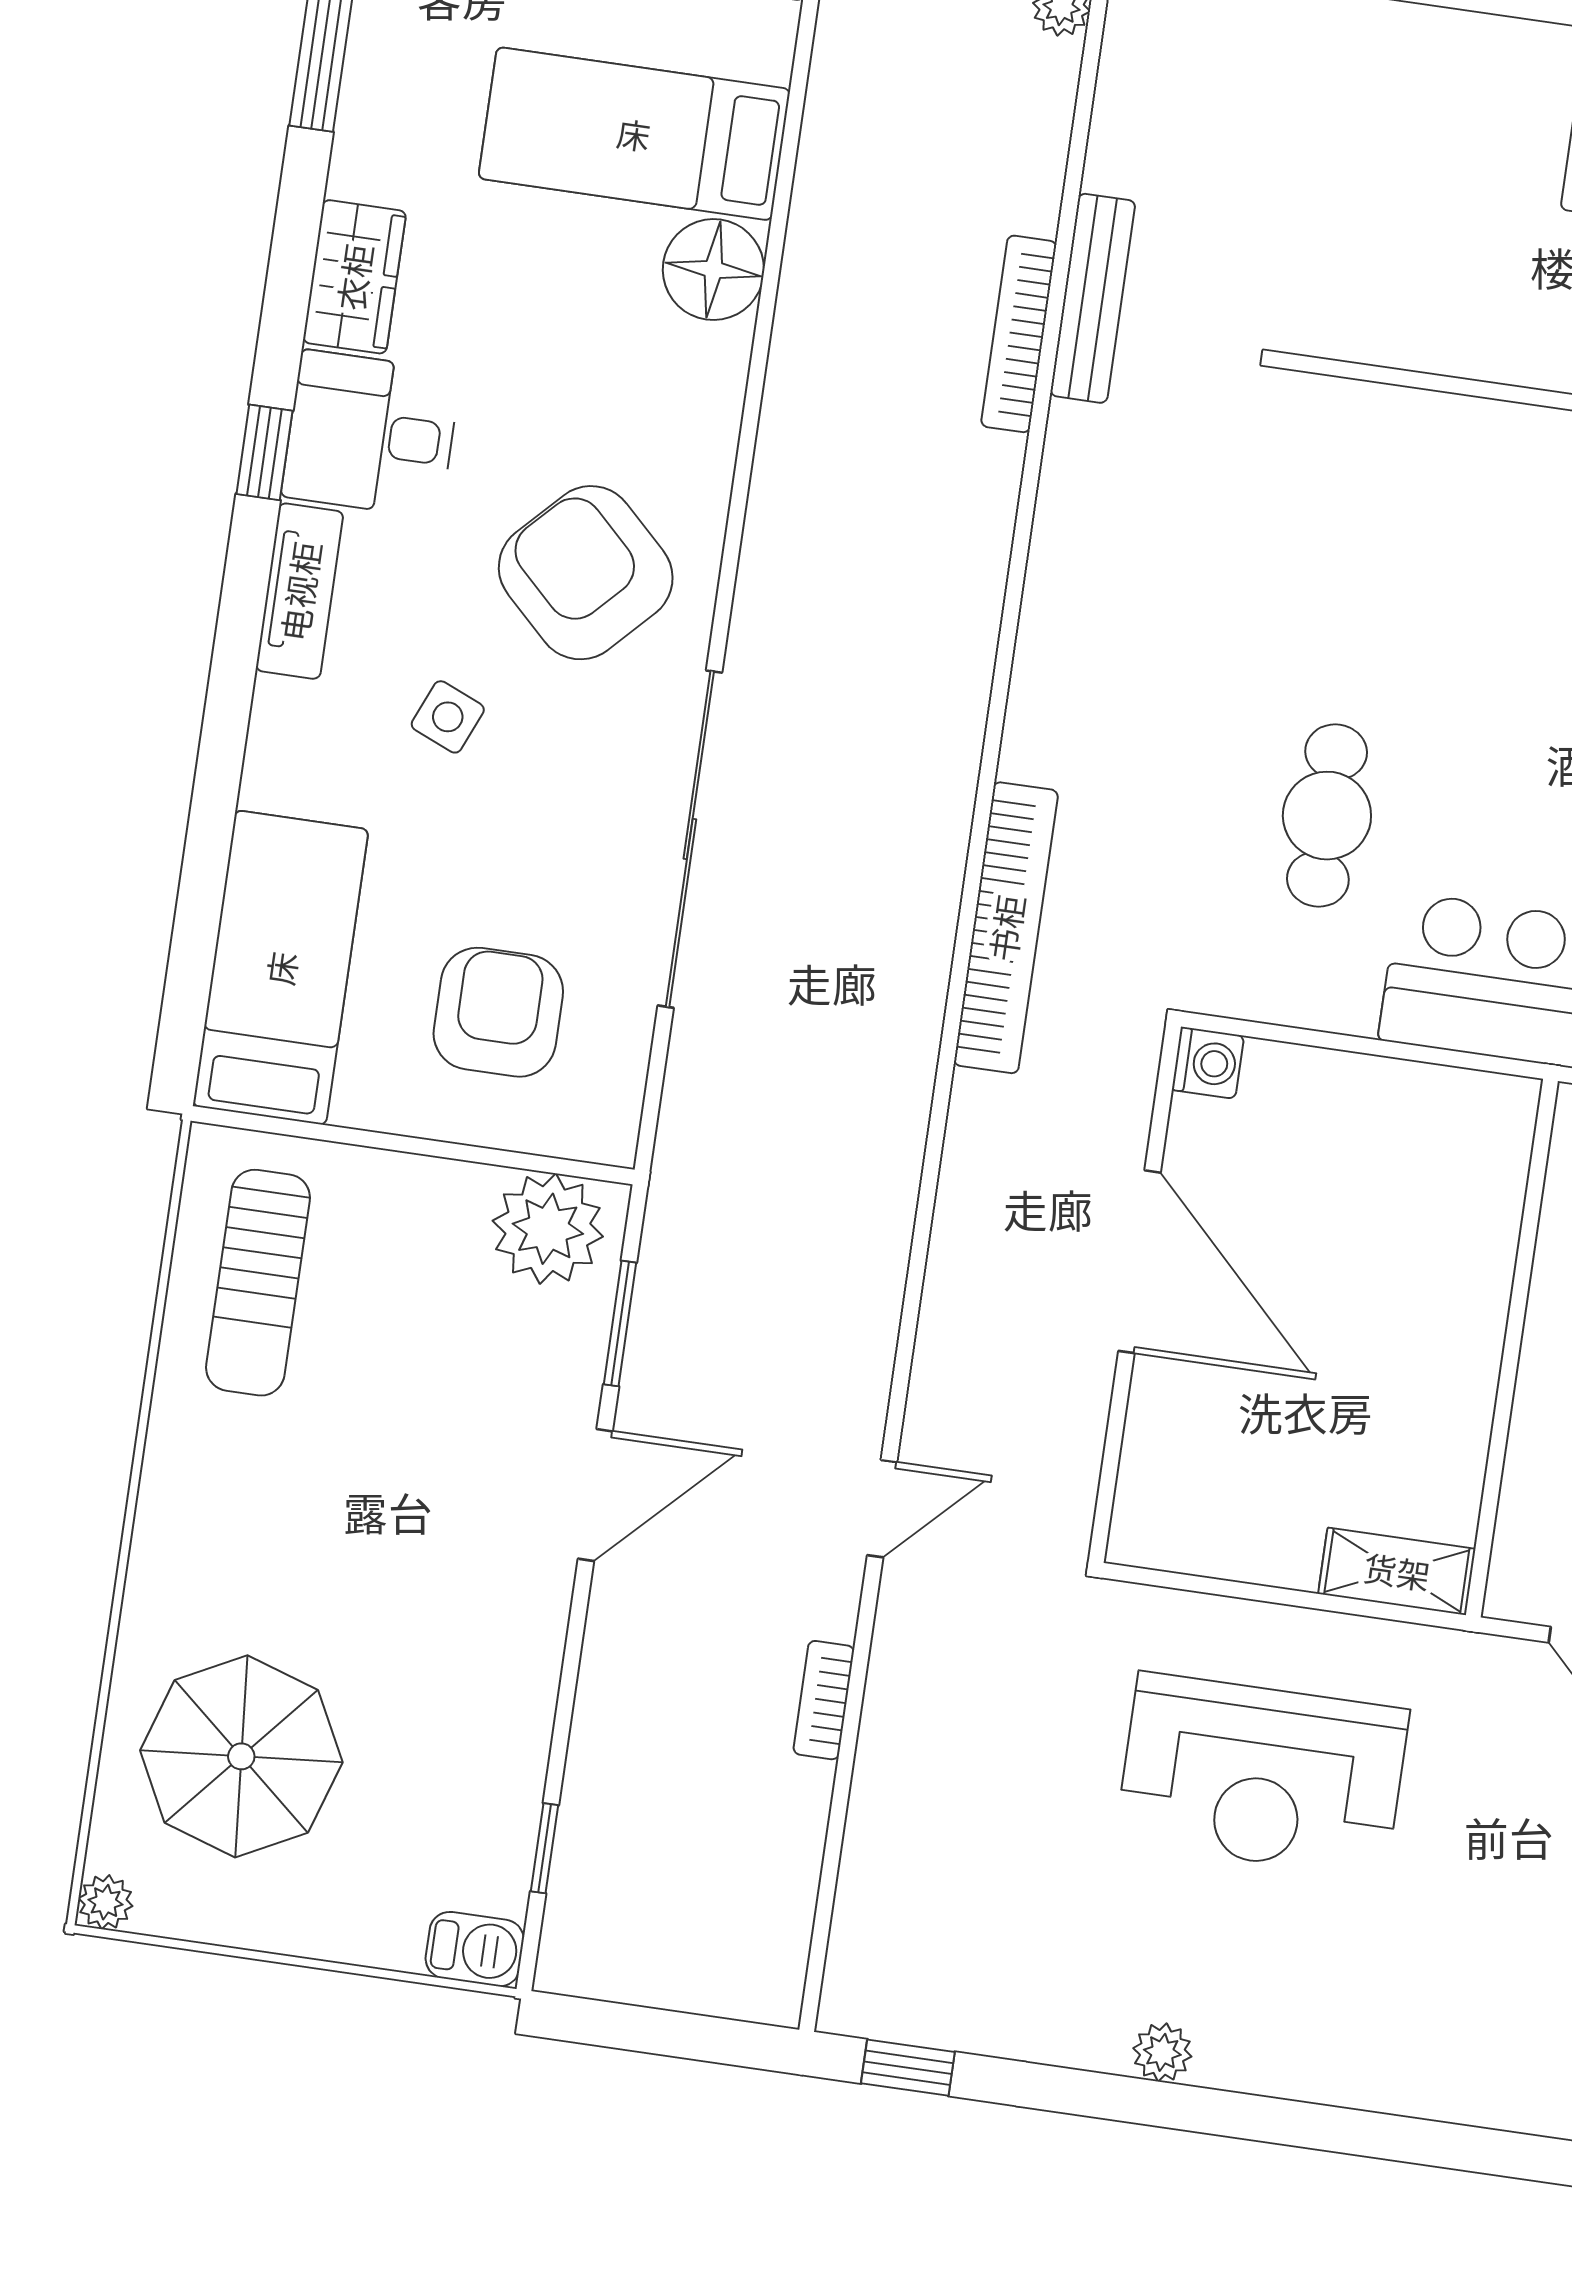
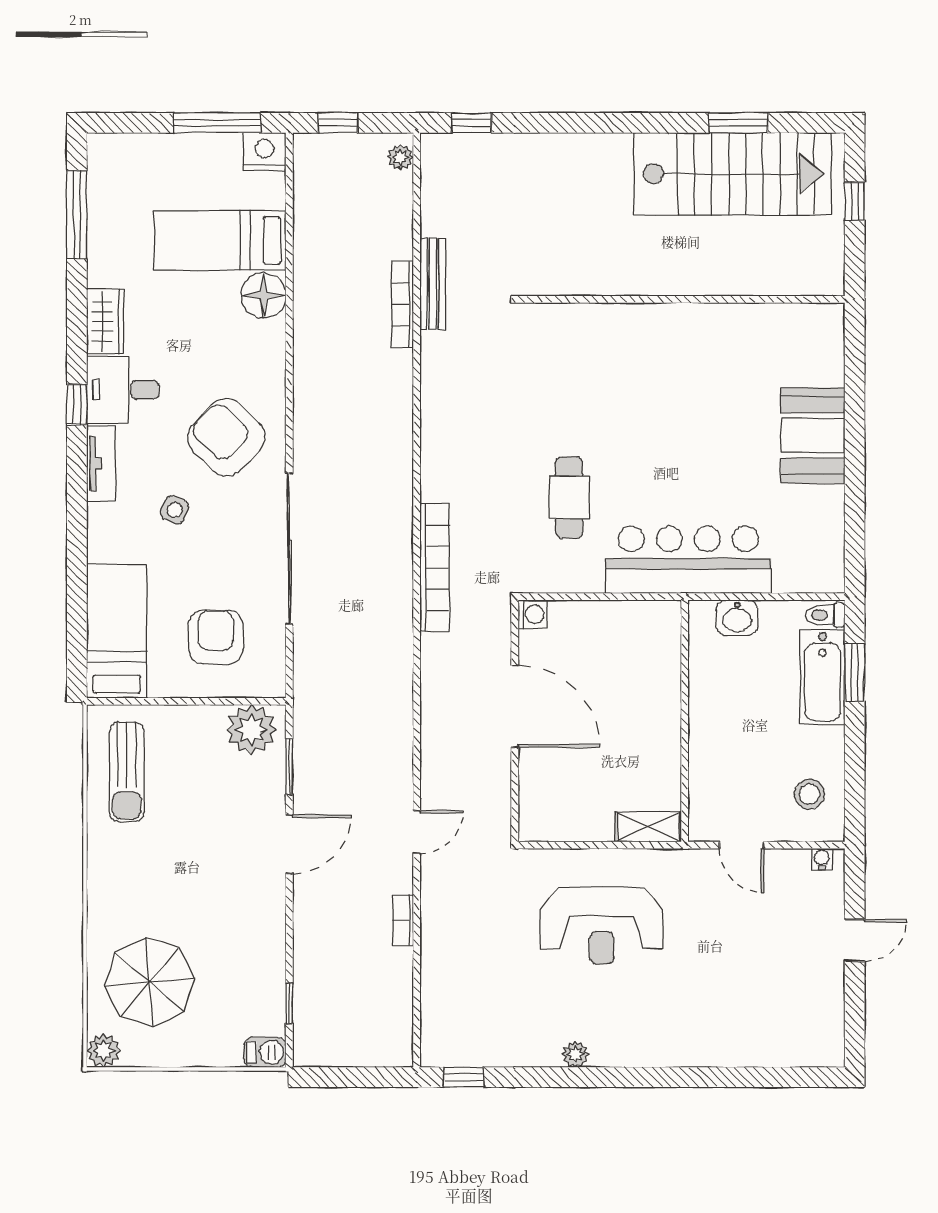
plant: (106, 1902) -> (103, 1050), width x1.38, depth x1.38

